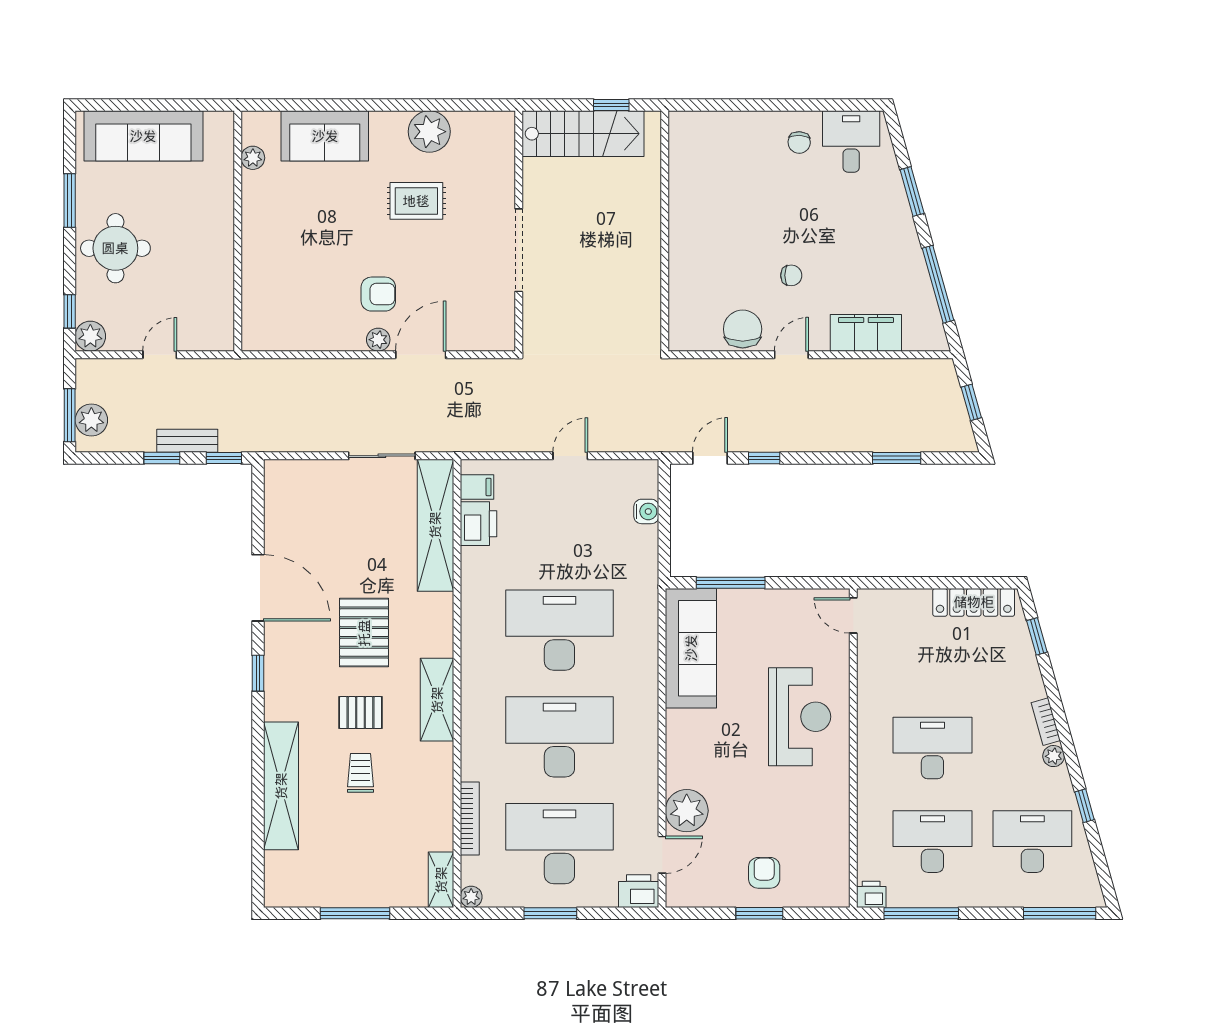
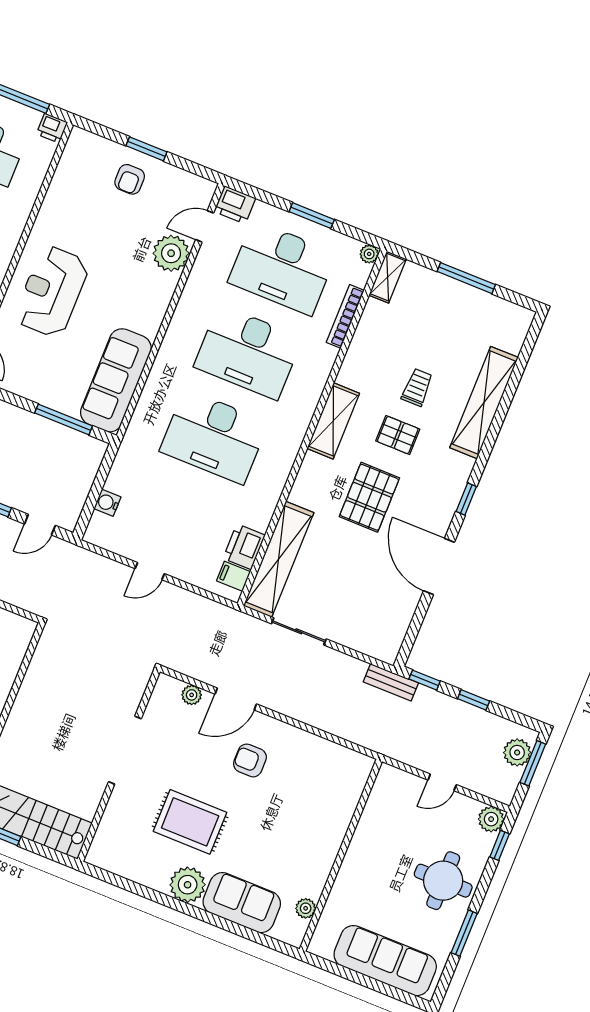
plant: (429, 132) -> (188, 885), moved
rug: (416, 201) -> (190, 822), width x1.36, depth x1.43
plant: (378, 340) -> (192, 695), moved
bench: (187, 441) -> (391, 682), moved
trolley: (360, 773) -> (417, 387), turned 180

